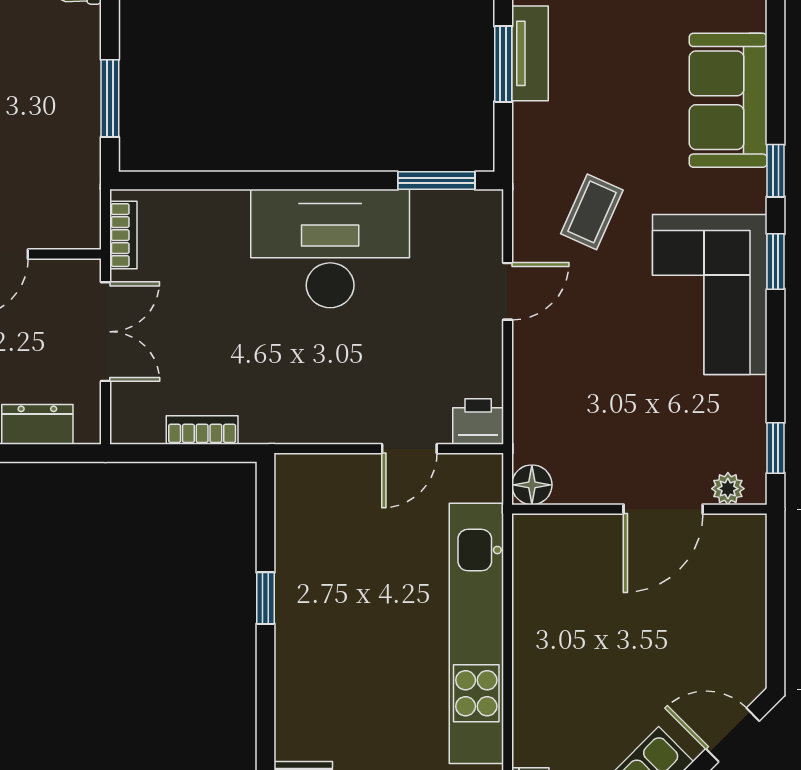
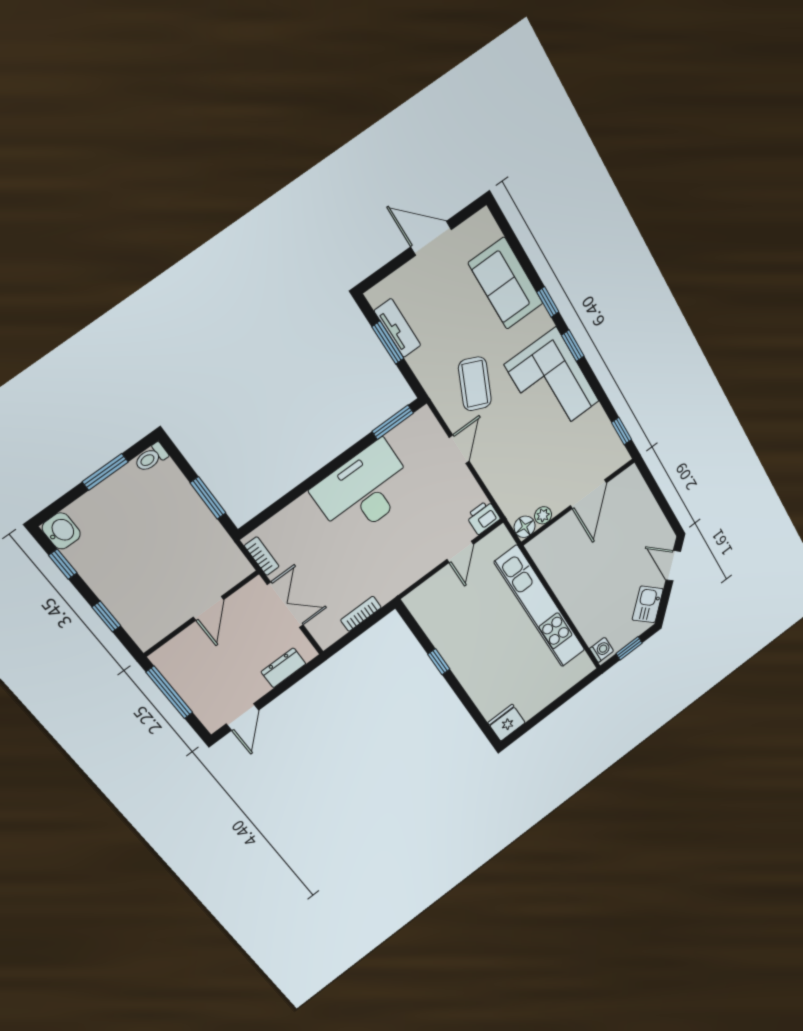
coffee table: (592, 212) -> (475, 384), width x1.36, depth x1.30
plant: (728, 489) -> (543, 515), moved
door: (733, 735) -> (673, 566), hinge flipped

